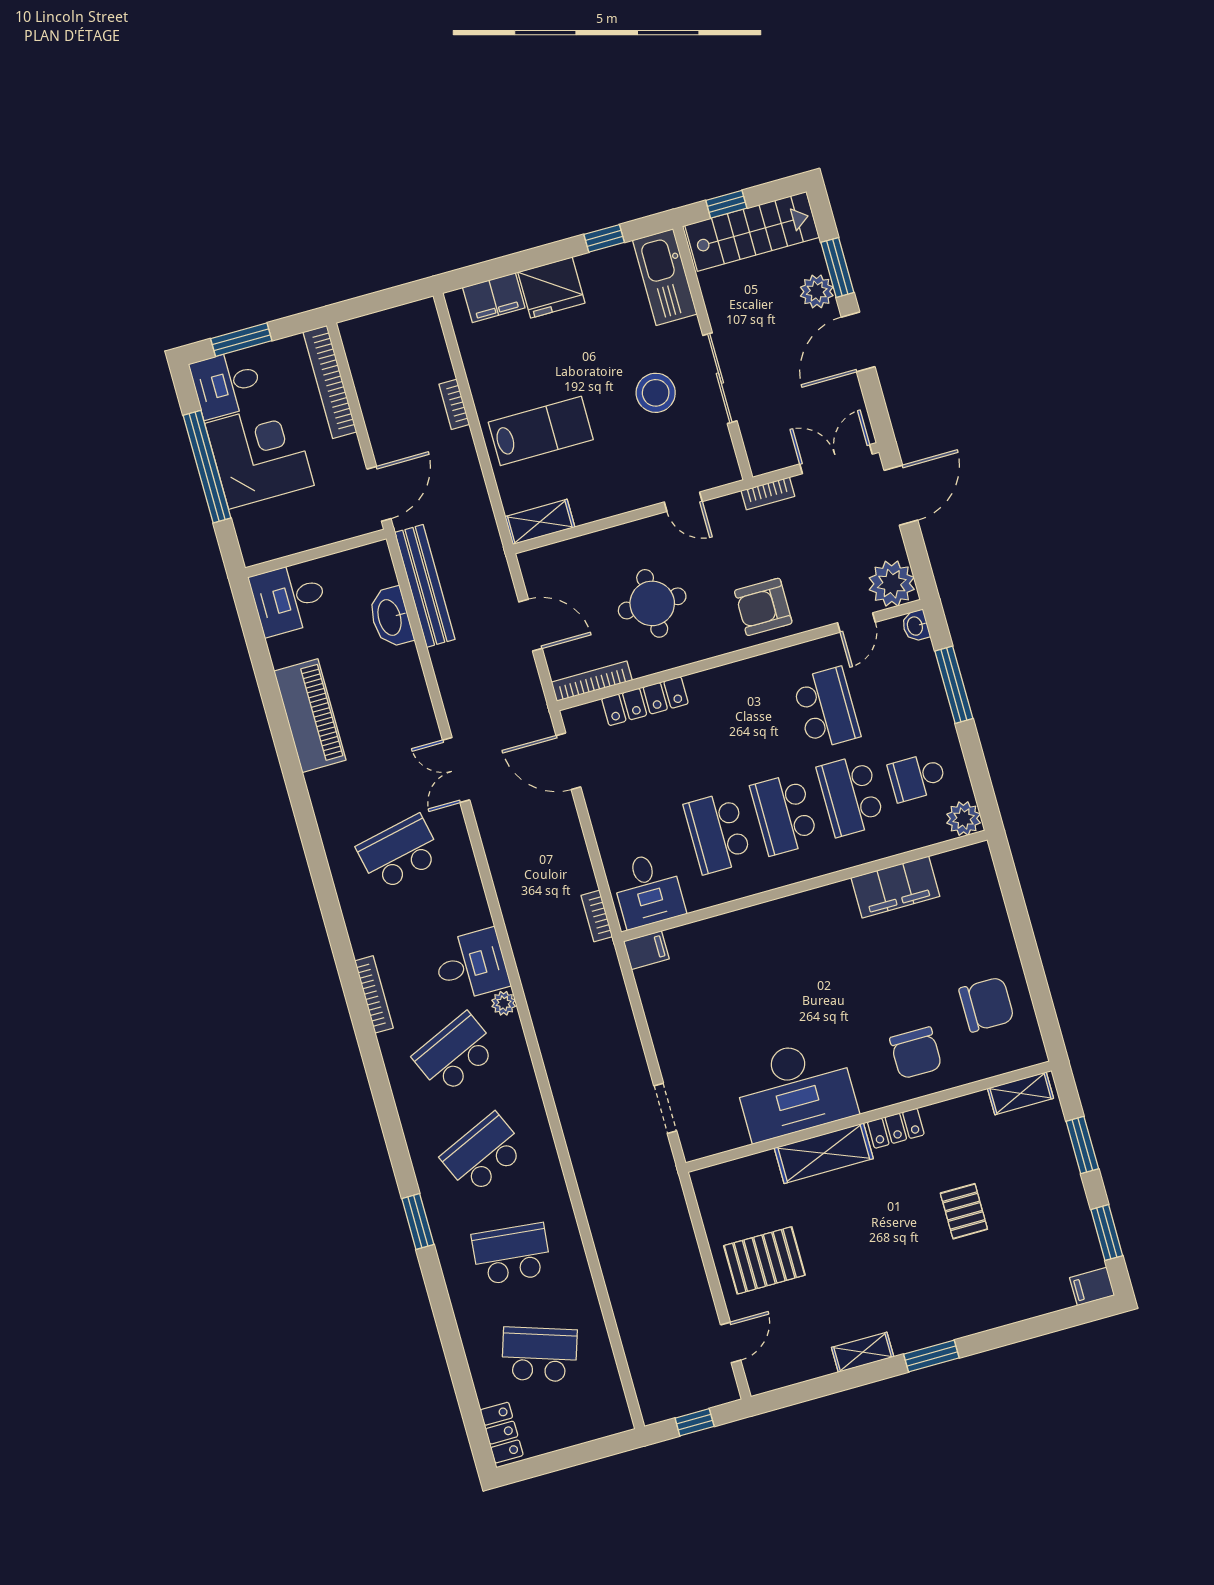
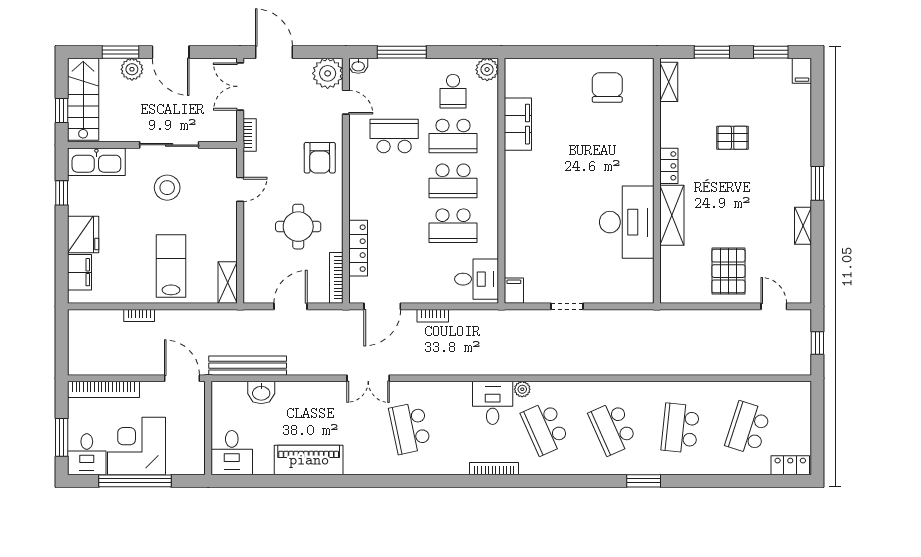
washbasin: (391, 617) -> (261, 393), width x0.72
bookcase: (597, 916) -> (433, 316), moved
chair: (916, 1053) -> (625, 140), removed
doorway: (665, 1108) -> (567, 306), moved

